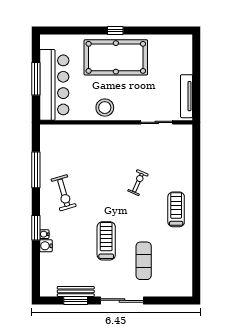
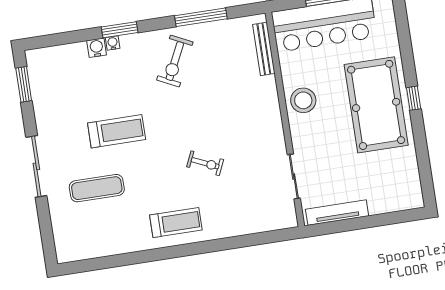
exercise bike: (64, 193) -> (175, 61), turned -48
bench: (76, 291) -> (264, 49), moved
window: (76, 300) -> (24, 84), moved

